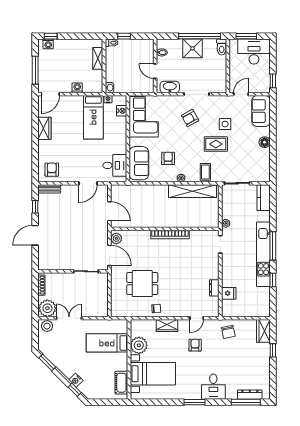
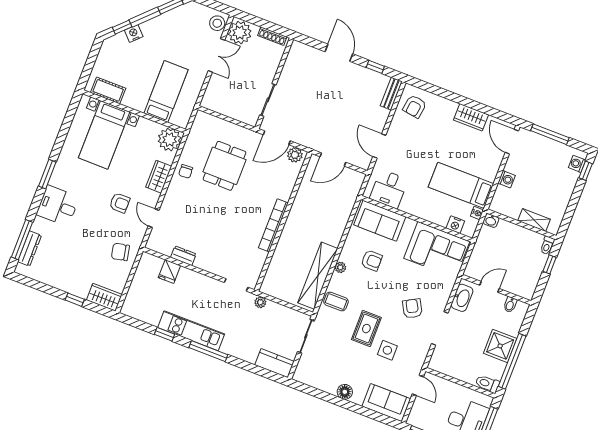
armchair: (52, 170) -> (415, 106), turned 98
kitchen unit: (263, 254) -> (191, 331), width x0.73
plant: (139, 345) -> (170, 140), moved

